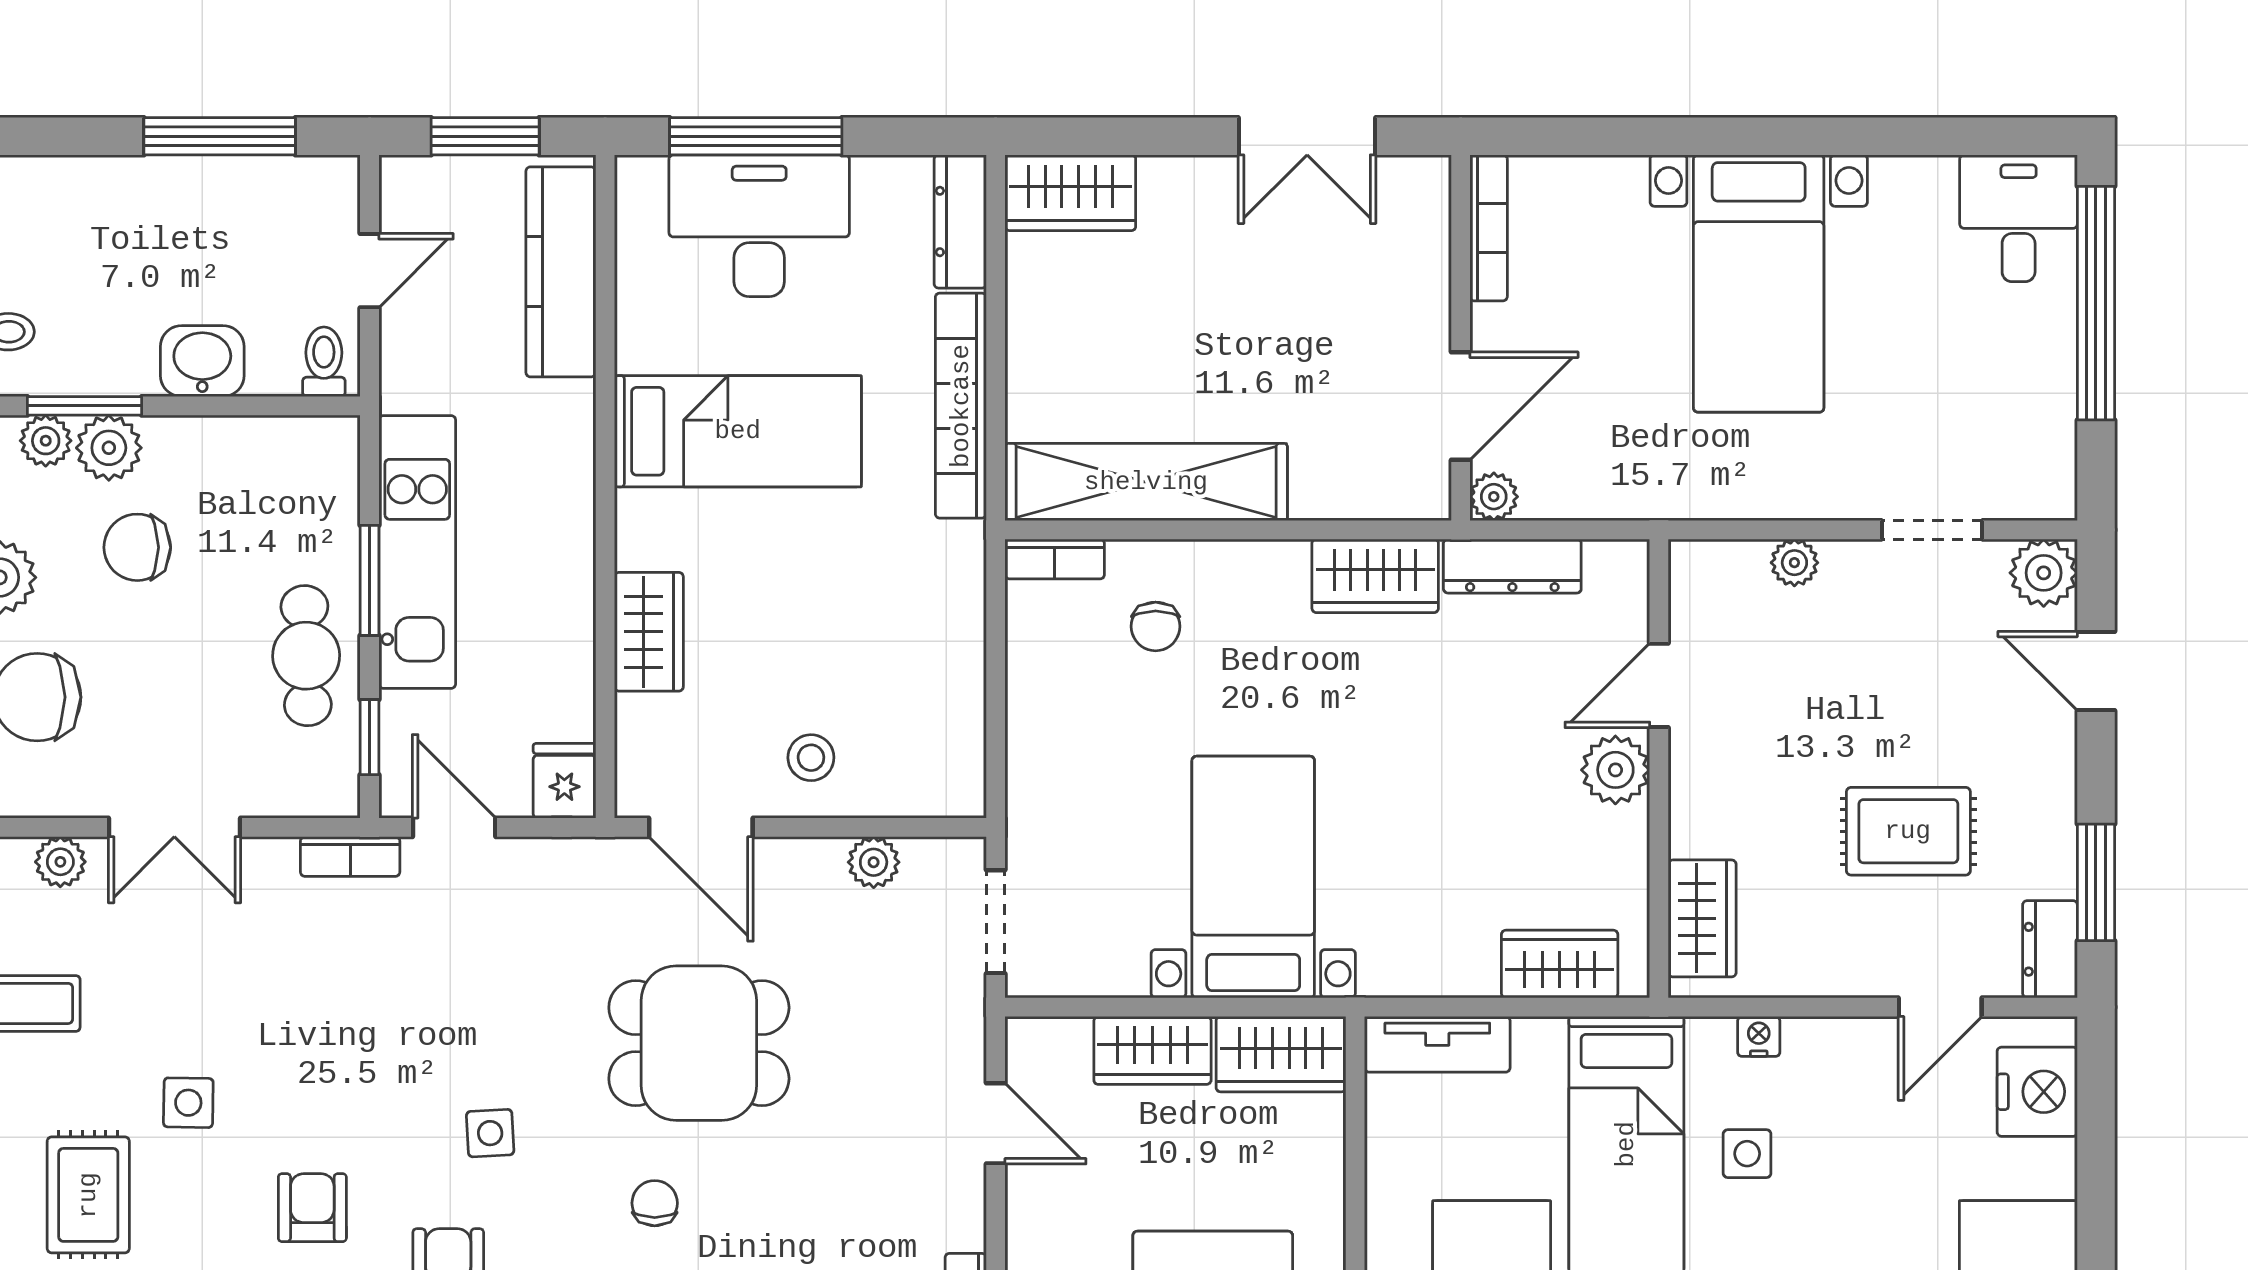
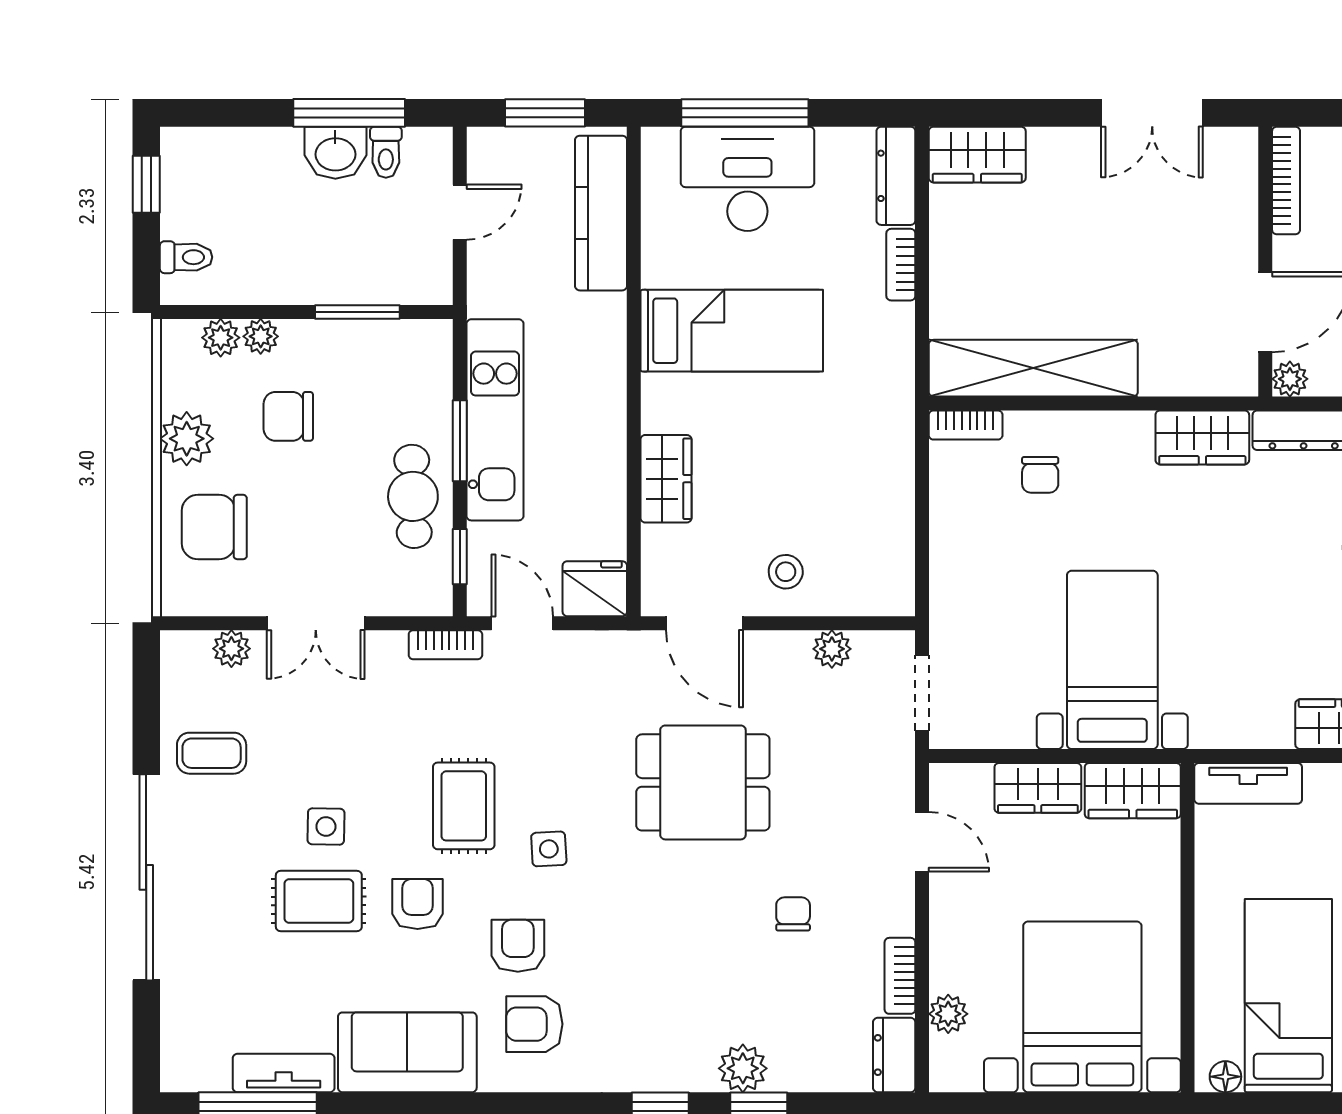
washbasin: (202, 361) -> (335, 153), moved, turned 180
toilet: (324, 362) -> (386, 152), moved, turned 180
window: (84, 406) -> (357, 312), moved
bookcase: (961, 406) -> (901, 265), width x0.43, depth x0.76
plant: (109, 448) -> (261, 336), width x0.73, depth x0.73
fridge: (564, 781) -> (595, 589), width x1.38
rug: (375, 1075) -> (464, 806), added
rug: (88, 1195) -> (319, 901), moved, turned 90
chair: (655, 1203) -> (793, 914), moved

